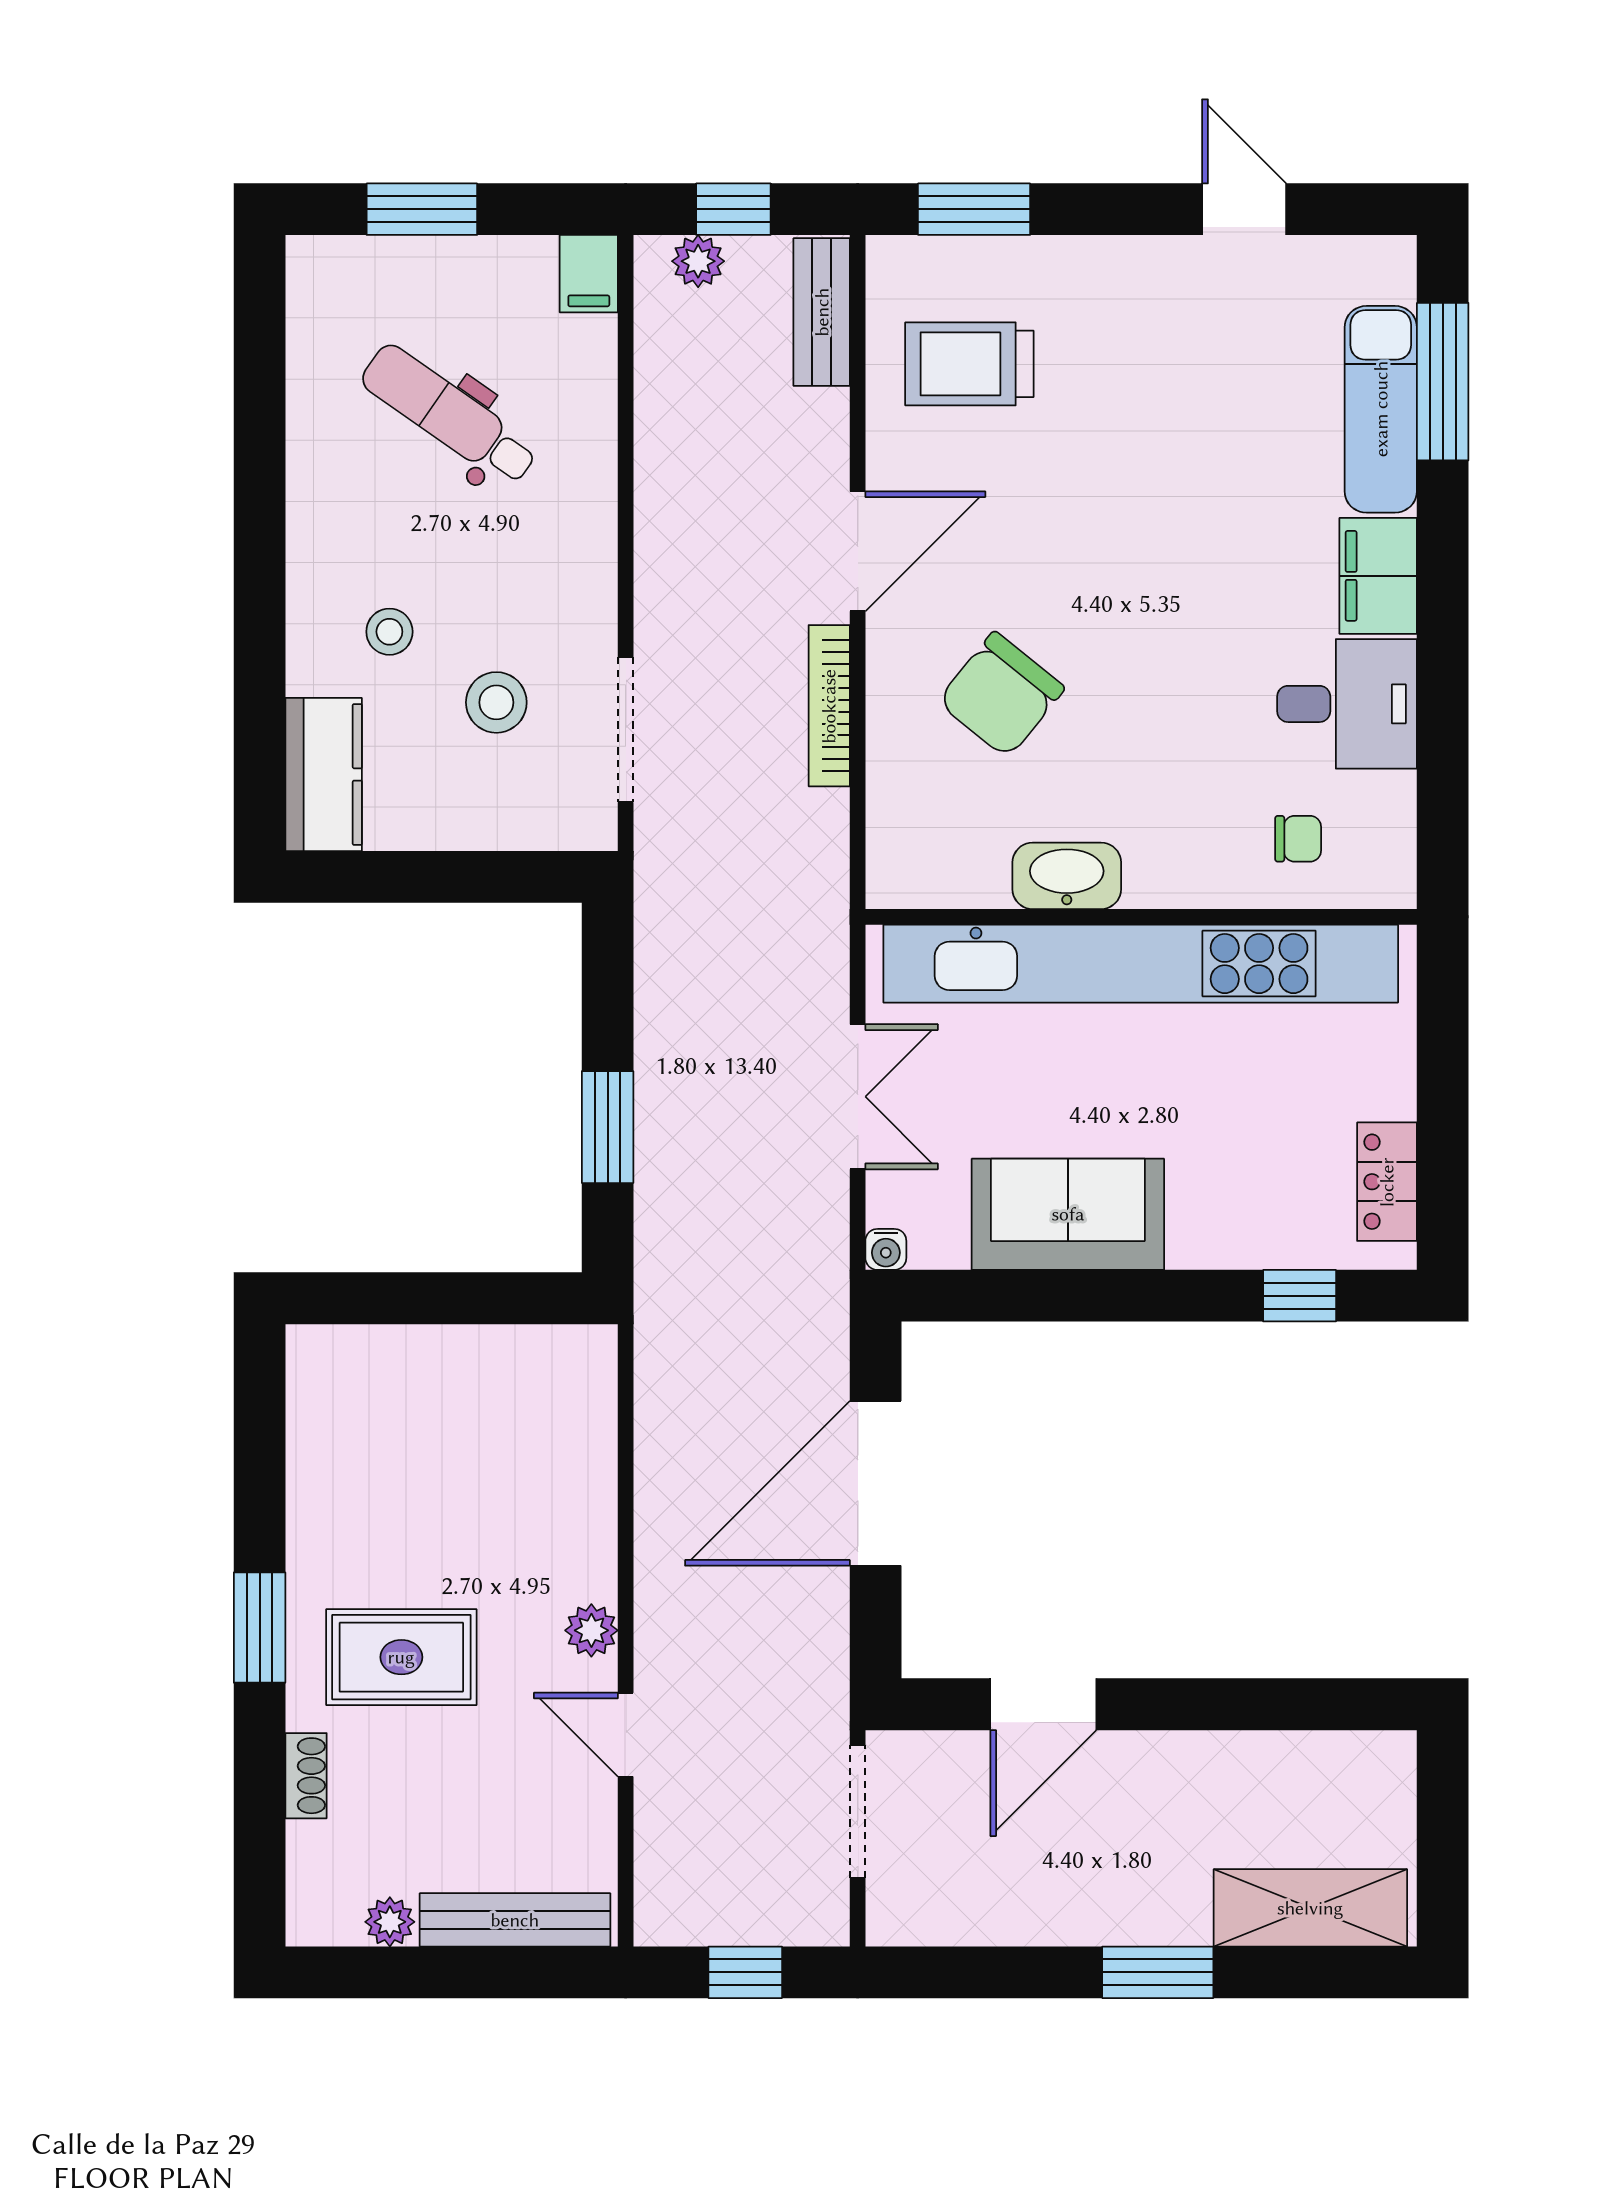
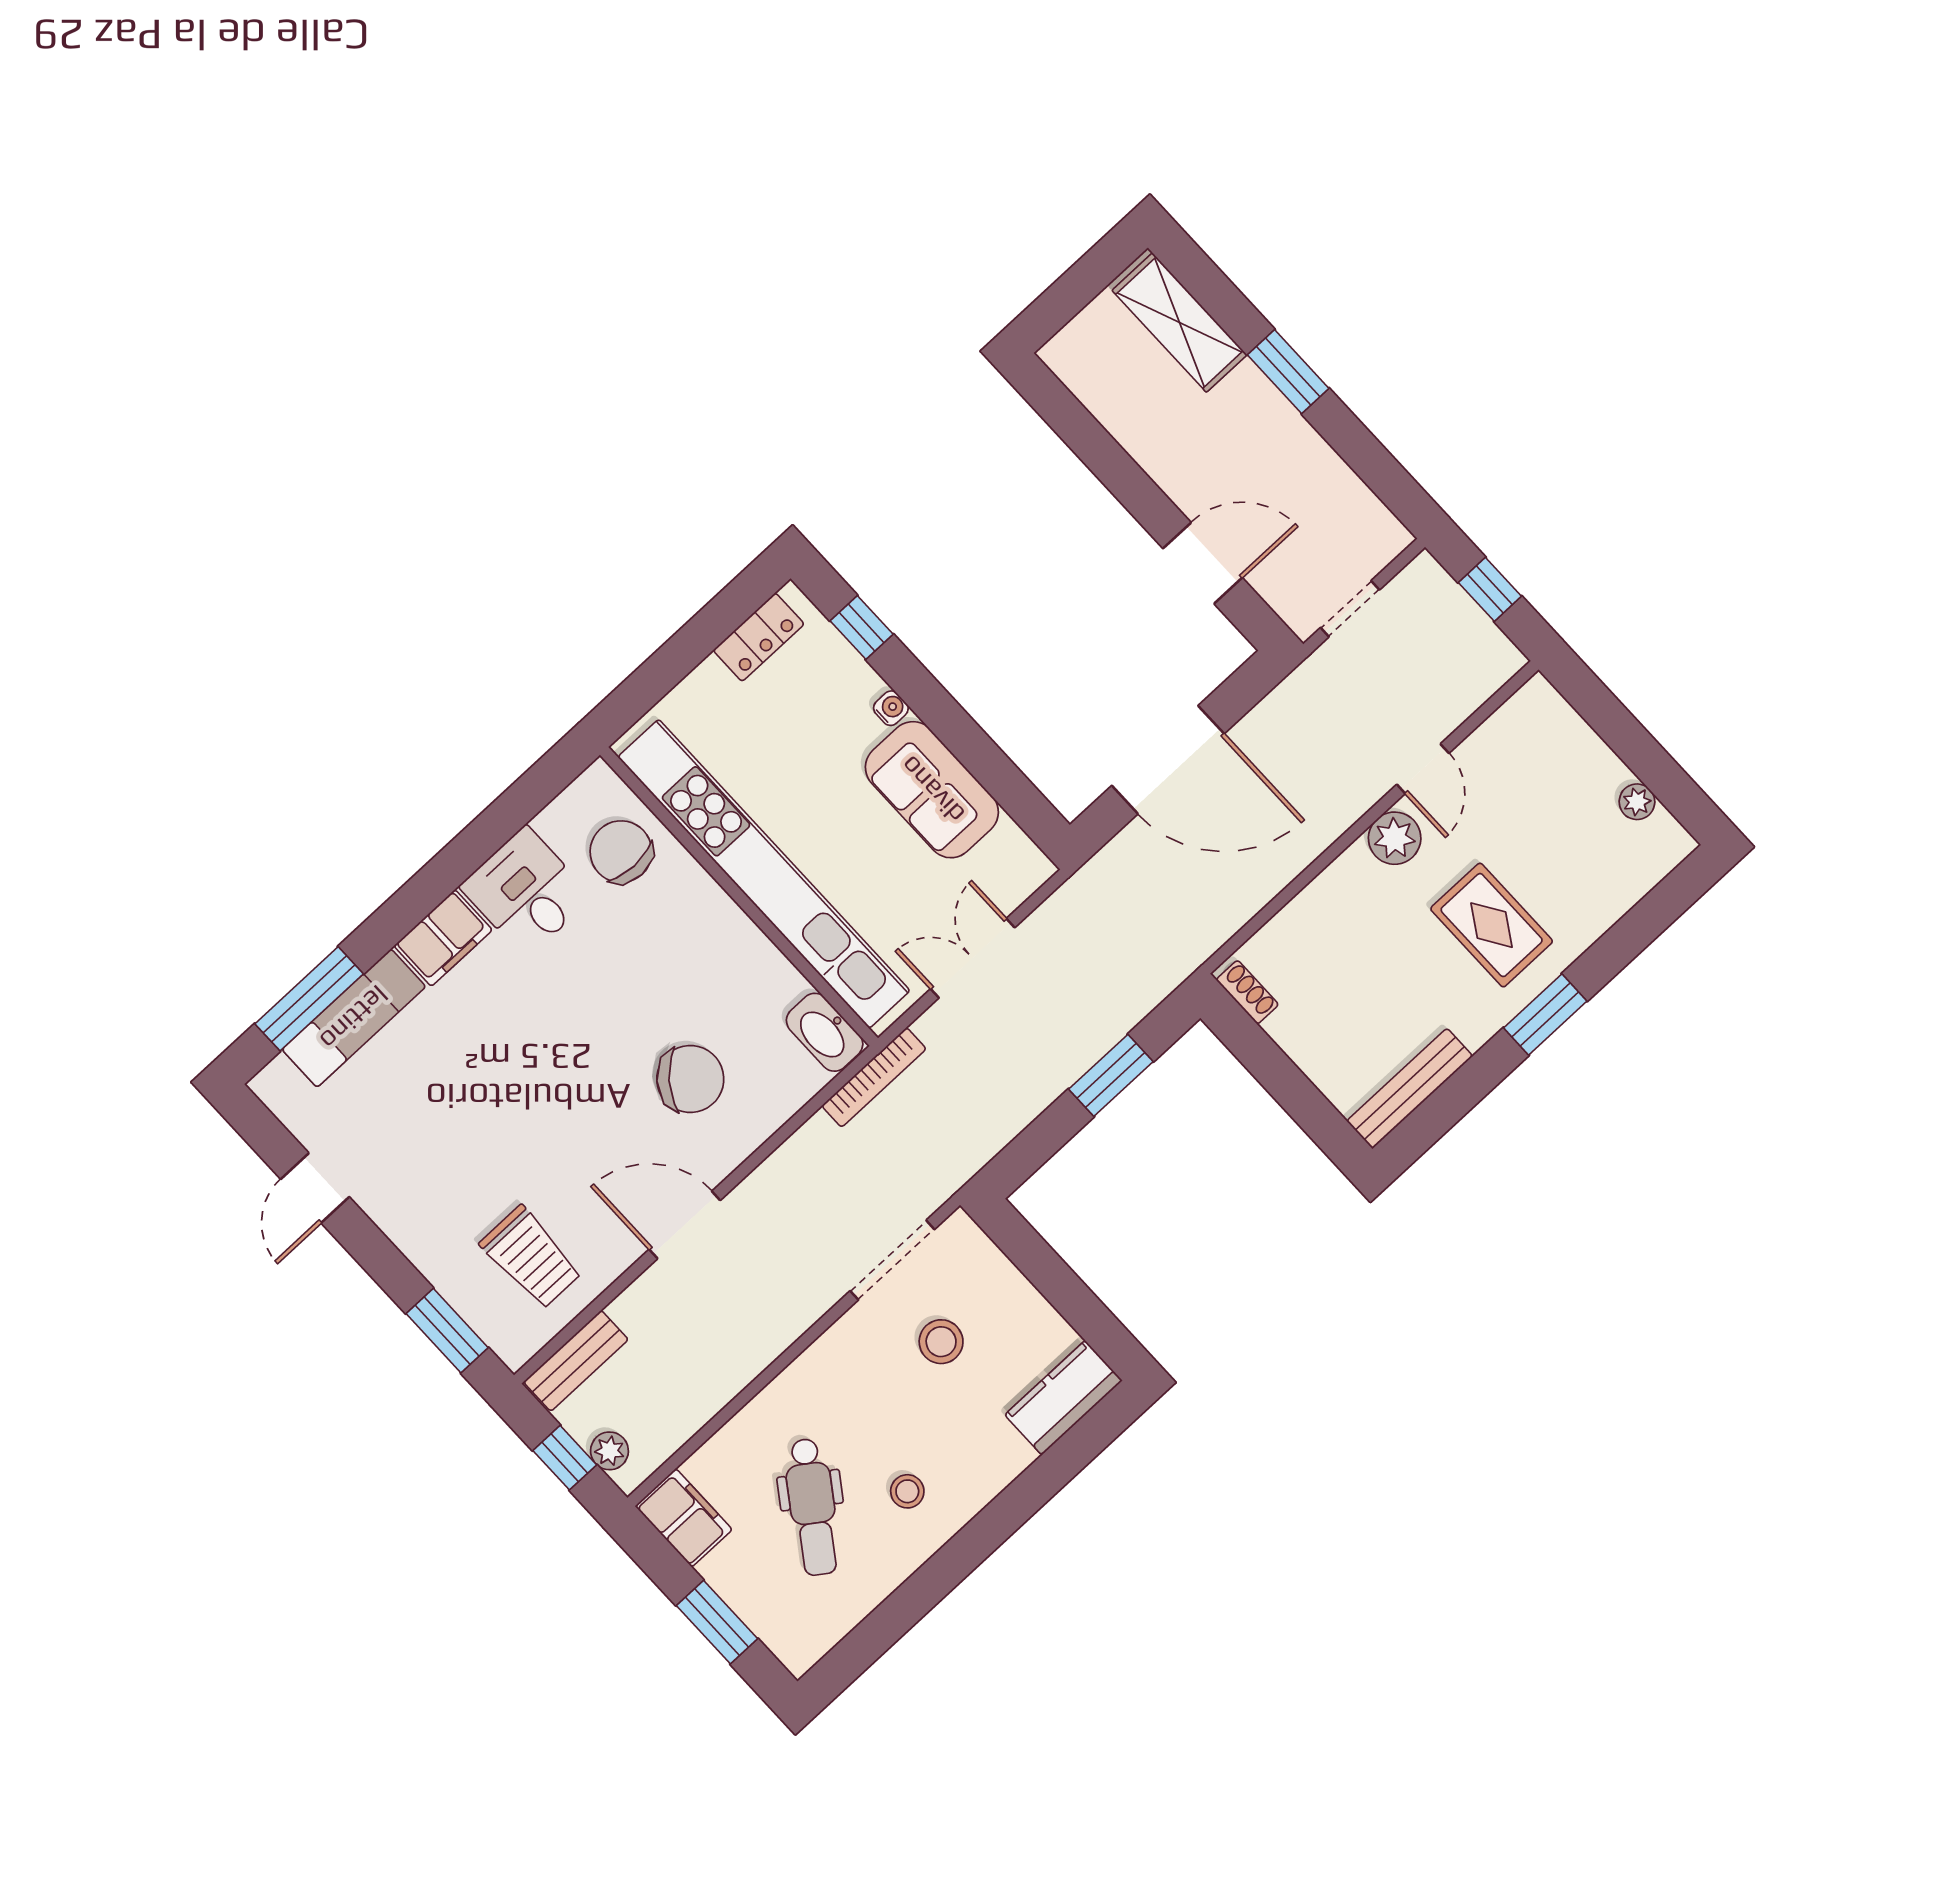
filing cabinet: (589, 274) -> (684, 1518), width x2.00
stool: (389, 632) -> (907, 1491), moved
bookcase: (829, 706) -> (874, 1077), moved
chair: (1298, 839) -> (621, 852), width x1.87, depth x1.87
washbasin: (1067, 876) -> (825, 1032), moved
water cooler: (886, 1249) -> (891, 708), moved
plant: (591, 1630) -> (1395, 838), width x1.38, depth x1.38
shoe rack: (306, 1776) -> (1247, 992), moved, turned 90
doorway: (858, 1811) -> (1350, 609), width x0.73
bench: (515, 1920) -> (1410, 1088), moved, turned 90

